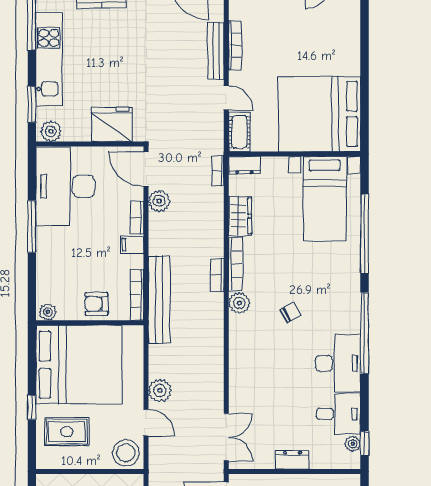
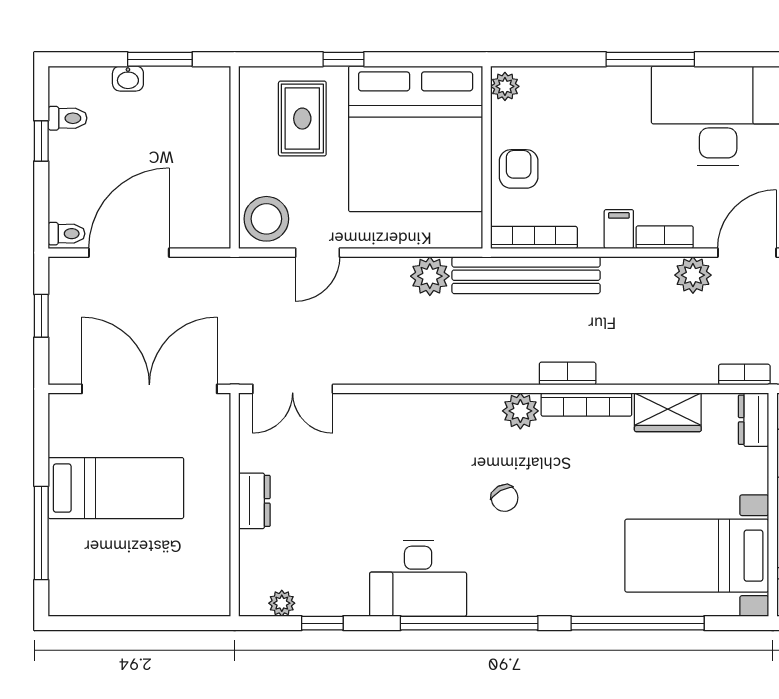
plant: (160, 391) -> (430, 276), moved
desk: (338, 414) -> (332, 579), removed
window: (364, 444) -> (322, 623), moved

